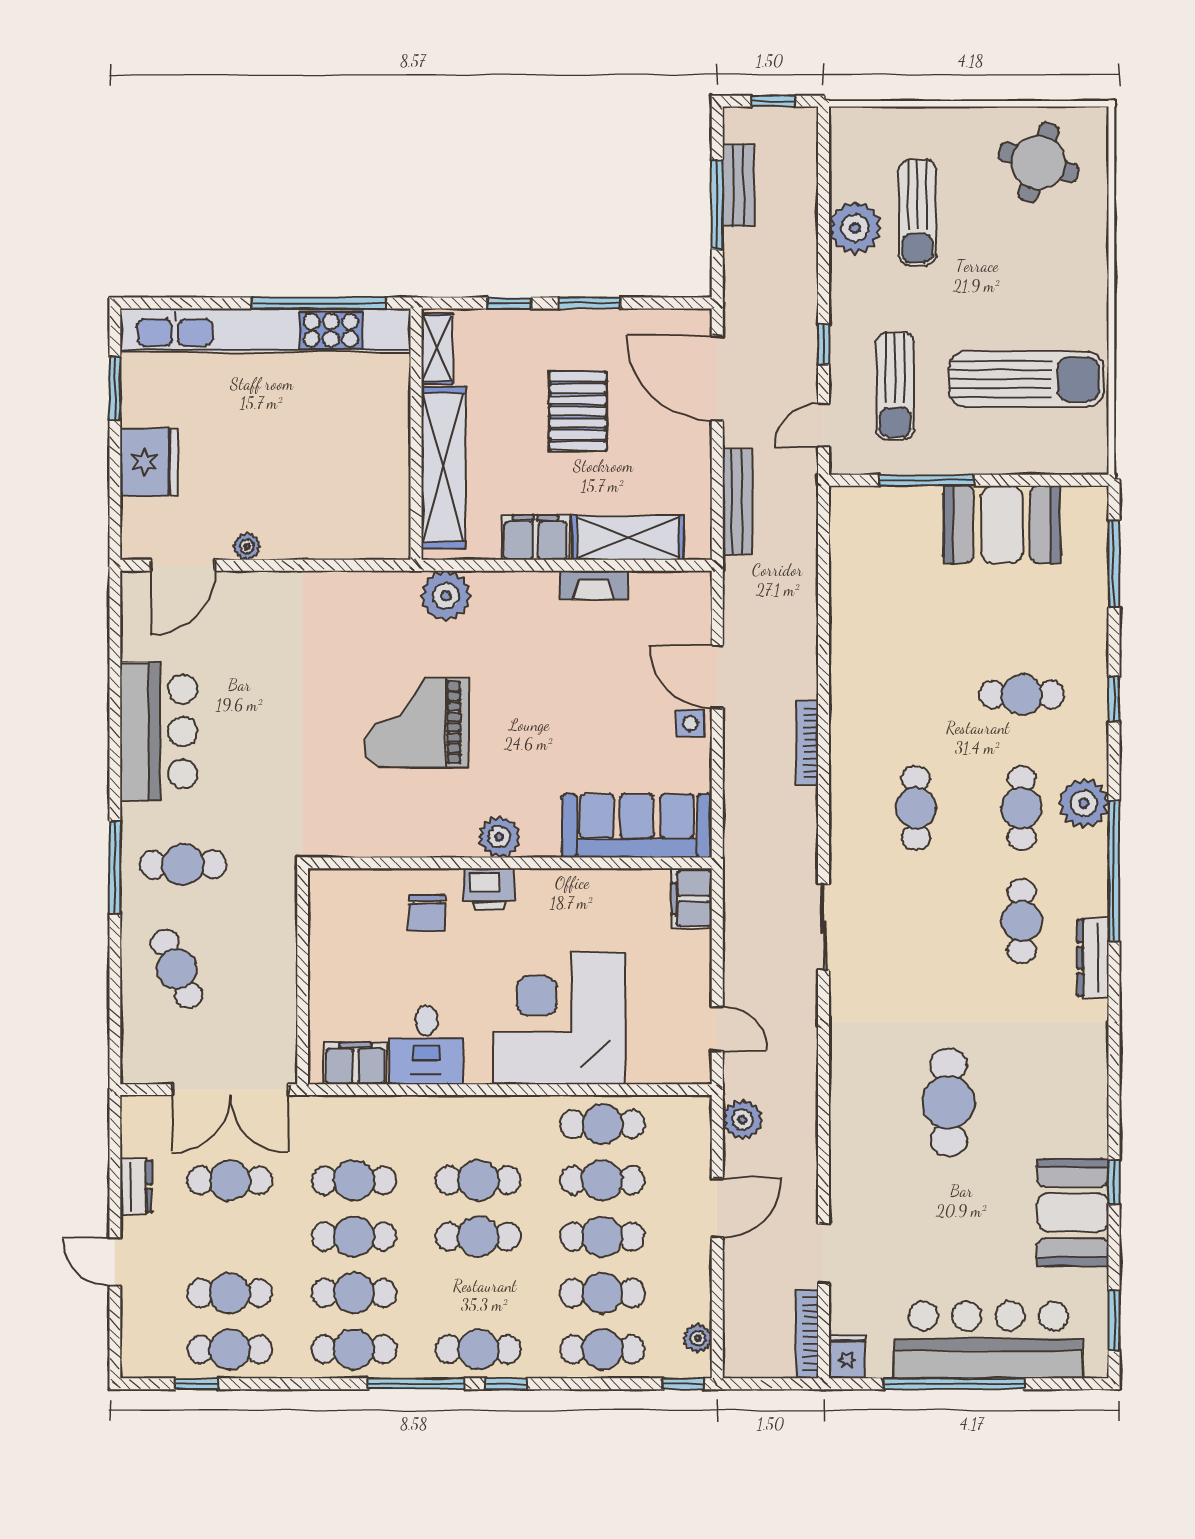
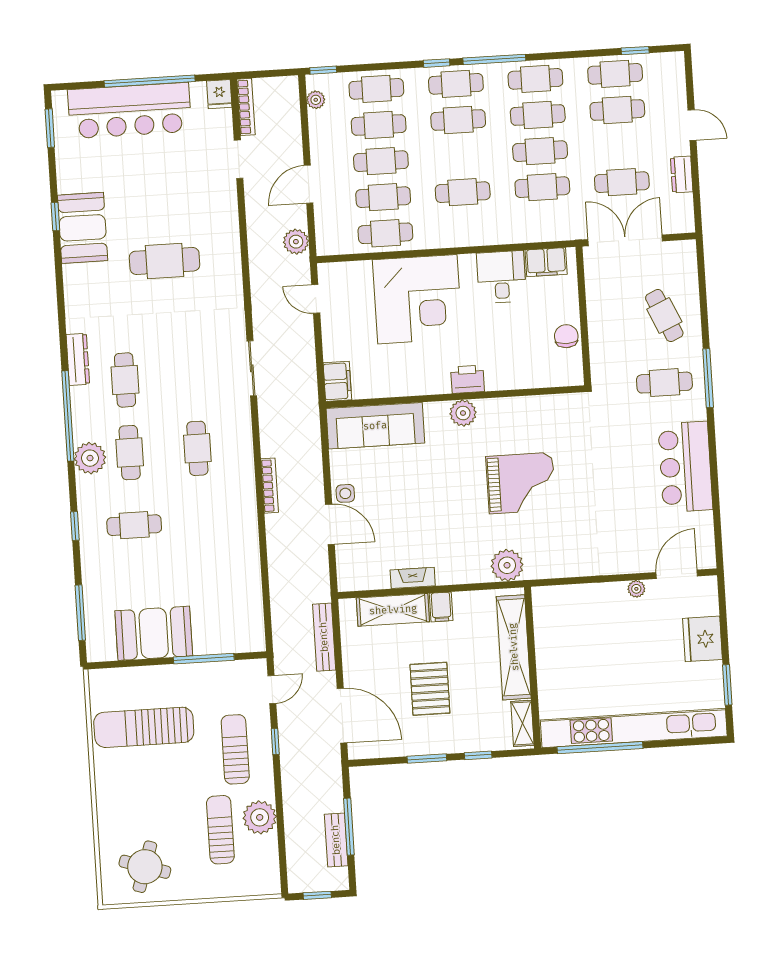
sun lounger: (895, 386) -> (235, 749), moved
filing cabinet: (535, 537) -> (441, 607), width x0.50
chair: (427, 913) -> (566, 336), moved
cafe table: (949, 1102) -> (165, 261), turned 90
booth: (1073, 1212) -> (83, 228), moved
cafe table: (478, 1237) -> (458, 120), moved

